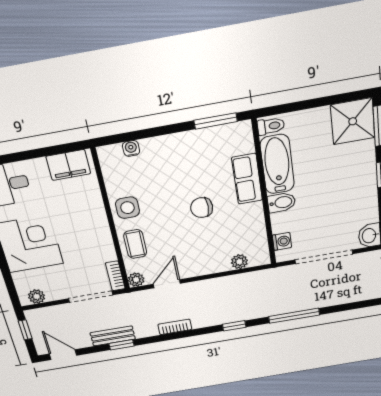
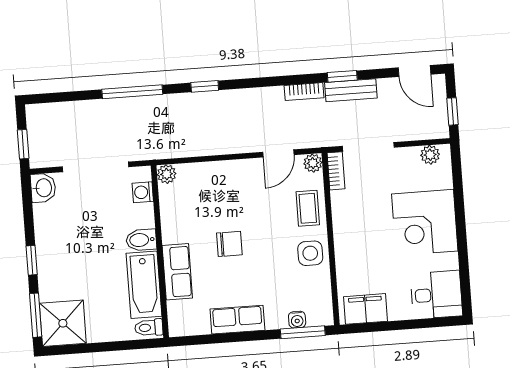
window: (216, 121) -> (303, 332), moved
row of seats: (187, 142) -> (237, 320), added
plant: (239, 262) -> (167, 174), moved
bookcase: (175, 327) -> (304, 92), moved

